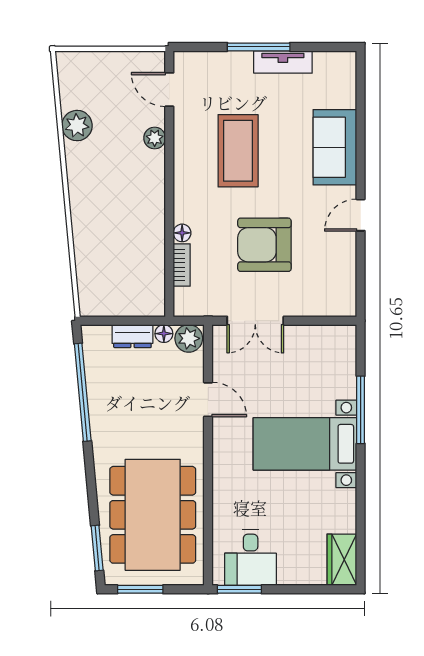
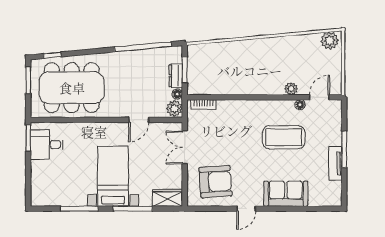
plant: (77, 126) -> (330, 41), moved
door: (361, 215) -> (246, 209), swing flipped
floor lamp: (182, 233) -> (300, 105), moved
armchair: (264, 245) -> (216, 182), moved, turned 86
bookcase: (182, 265) -> (203, 104), moved
window: (122, 321) -> (185, 70), added
window: (361, 502) -> (79, 209), added
window: (97, 548) -> (52, 55), width x0.67
wardrobe: (342, 560) -> (168, 198), moved

